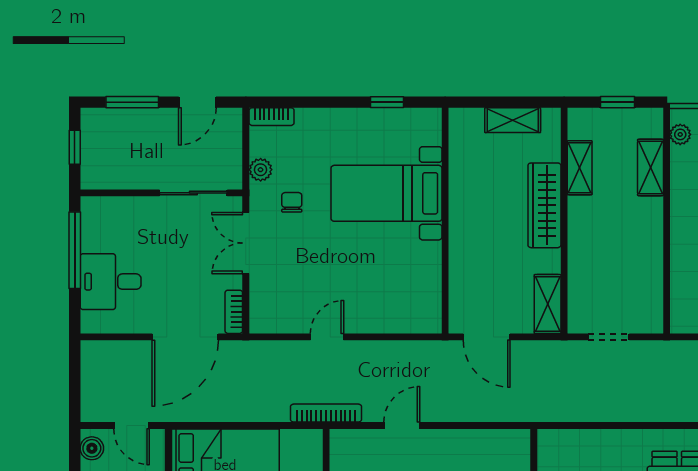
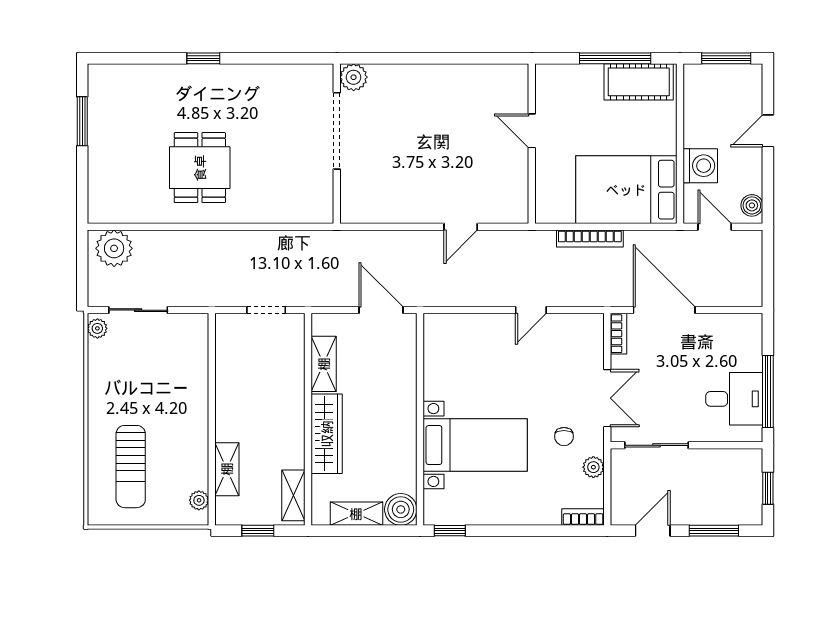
window: (387, 102) -> (450, 531), moved
boiler: (466, 125) -> (401, 509), added
shelving: (580, 168) -> (293, 495), moved
desk: (111, 282) -> (734, 399), moved
shelving: (548, 304) -> (324, 364), moved
door: (185, 337) -> (664, 310), hinge flipped
bookcase: (326, 413) -> (590, 239), moved

